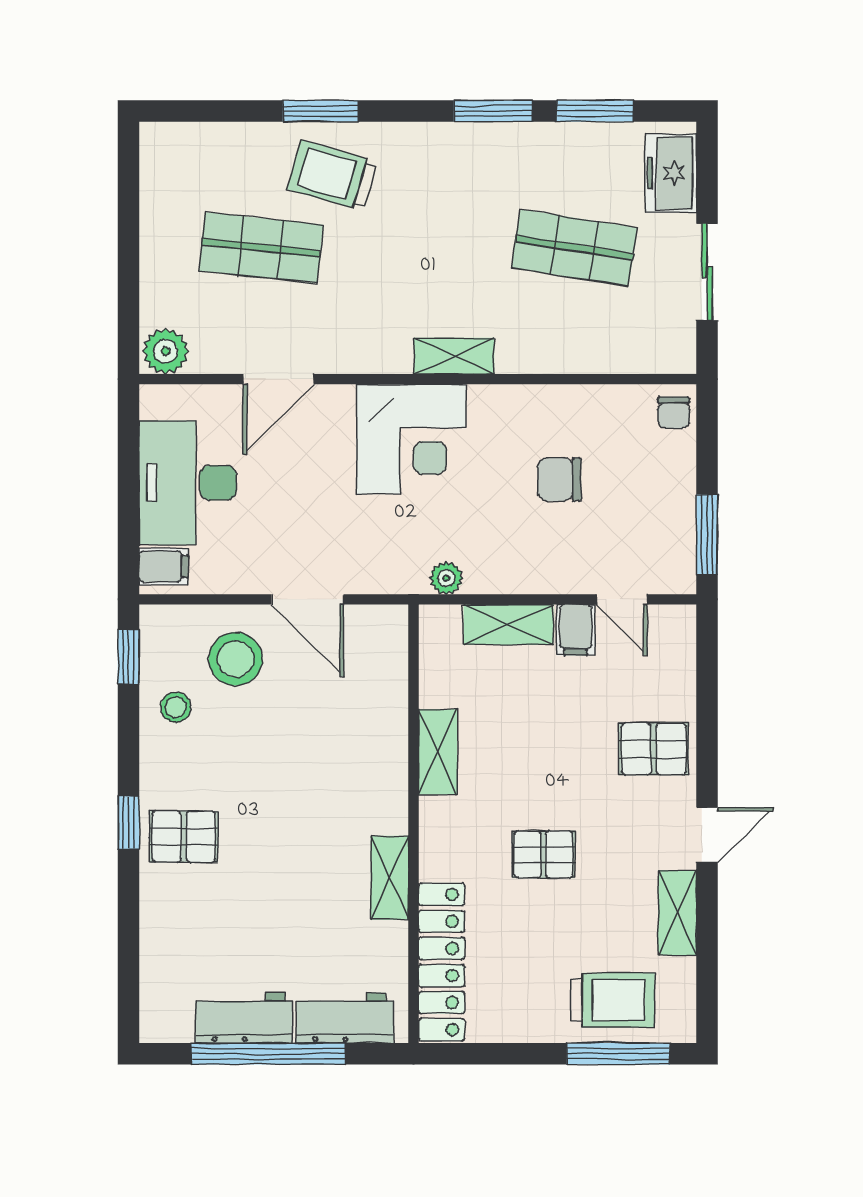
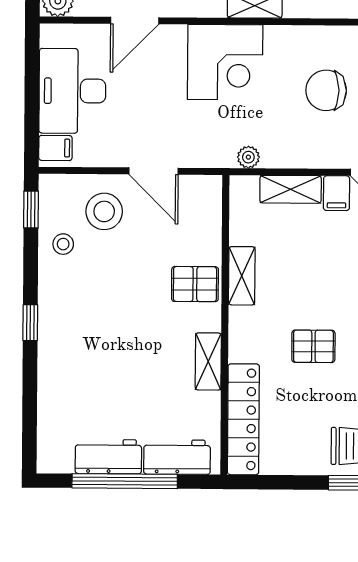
chair: (559, 479) -> (326, 90), width x1.37, depth x1.37
pallet: (184, 837) -> (195, 284), moved

